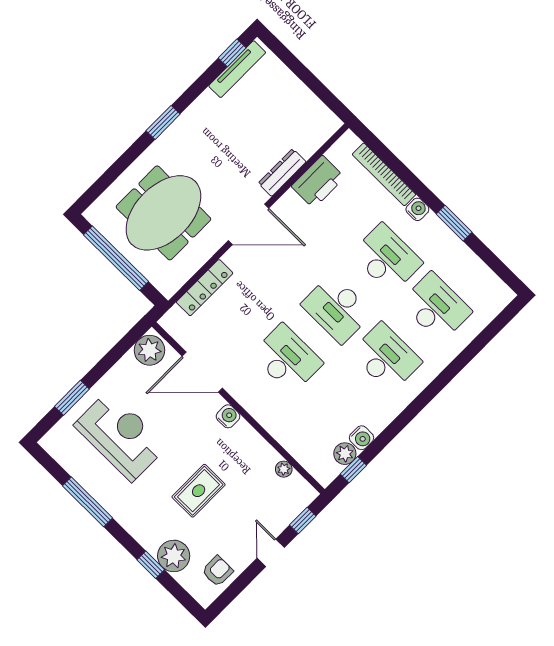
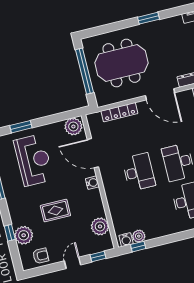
water cooler: (361, 438) -> (126, 240), moved
plant: (284, 469) -> (100, 226), width x1.88, depth x1.88

